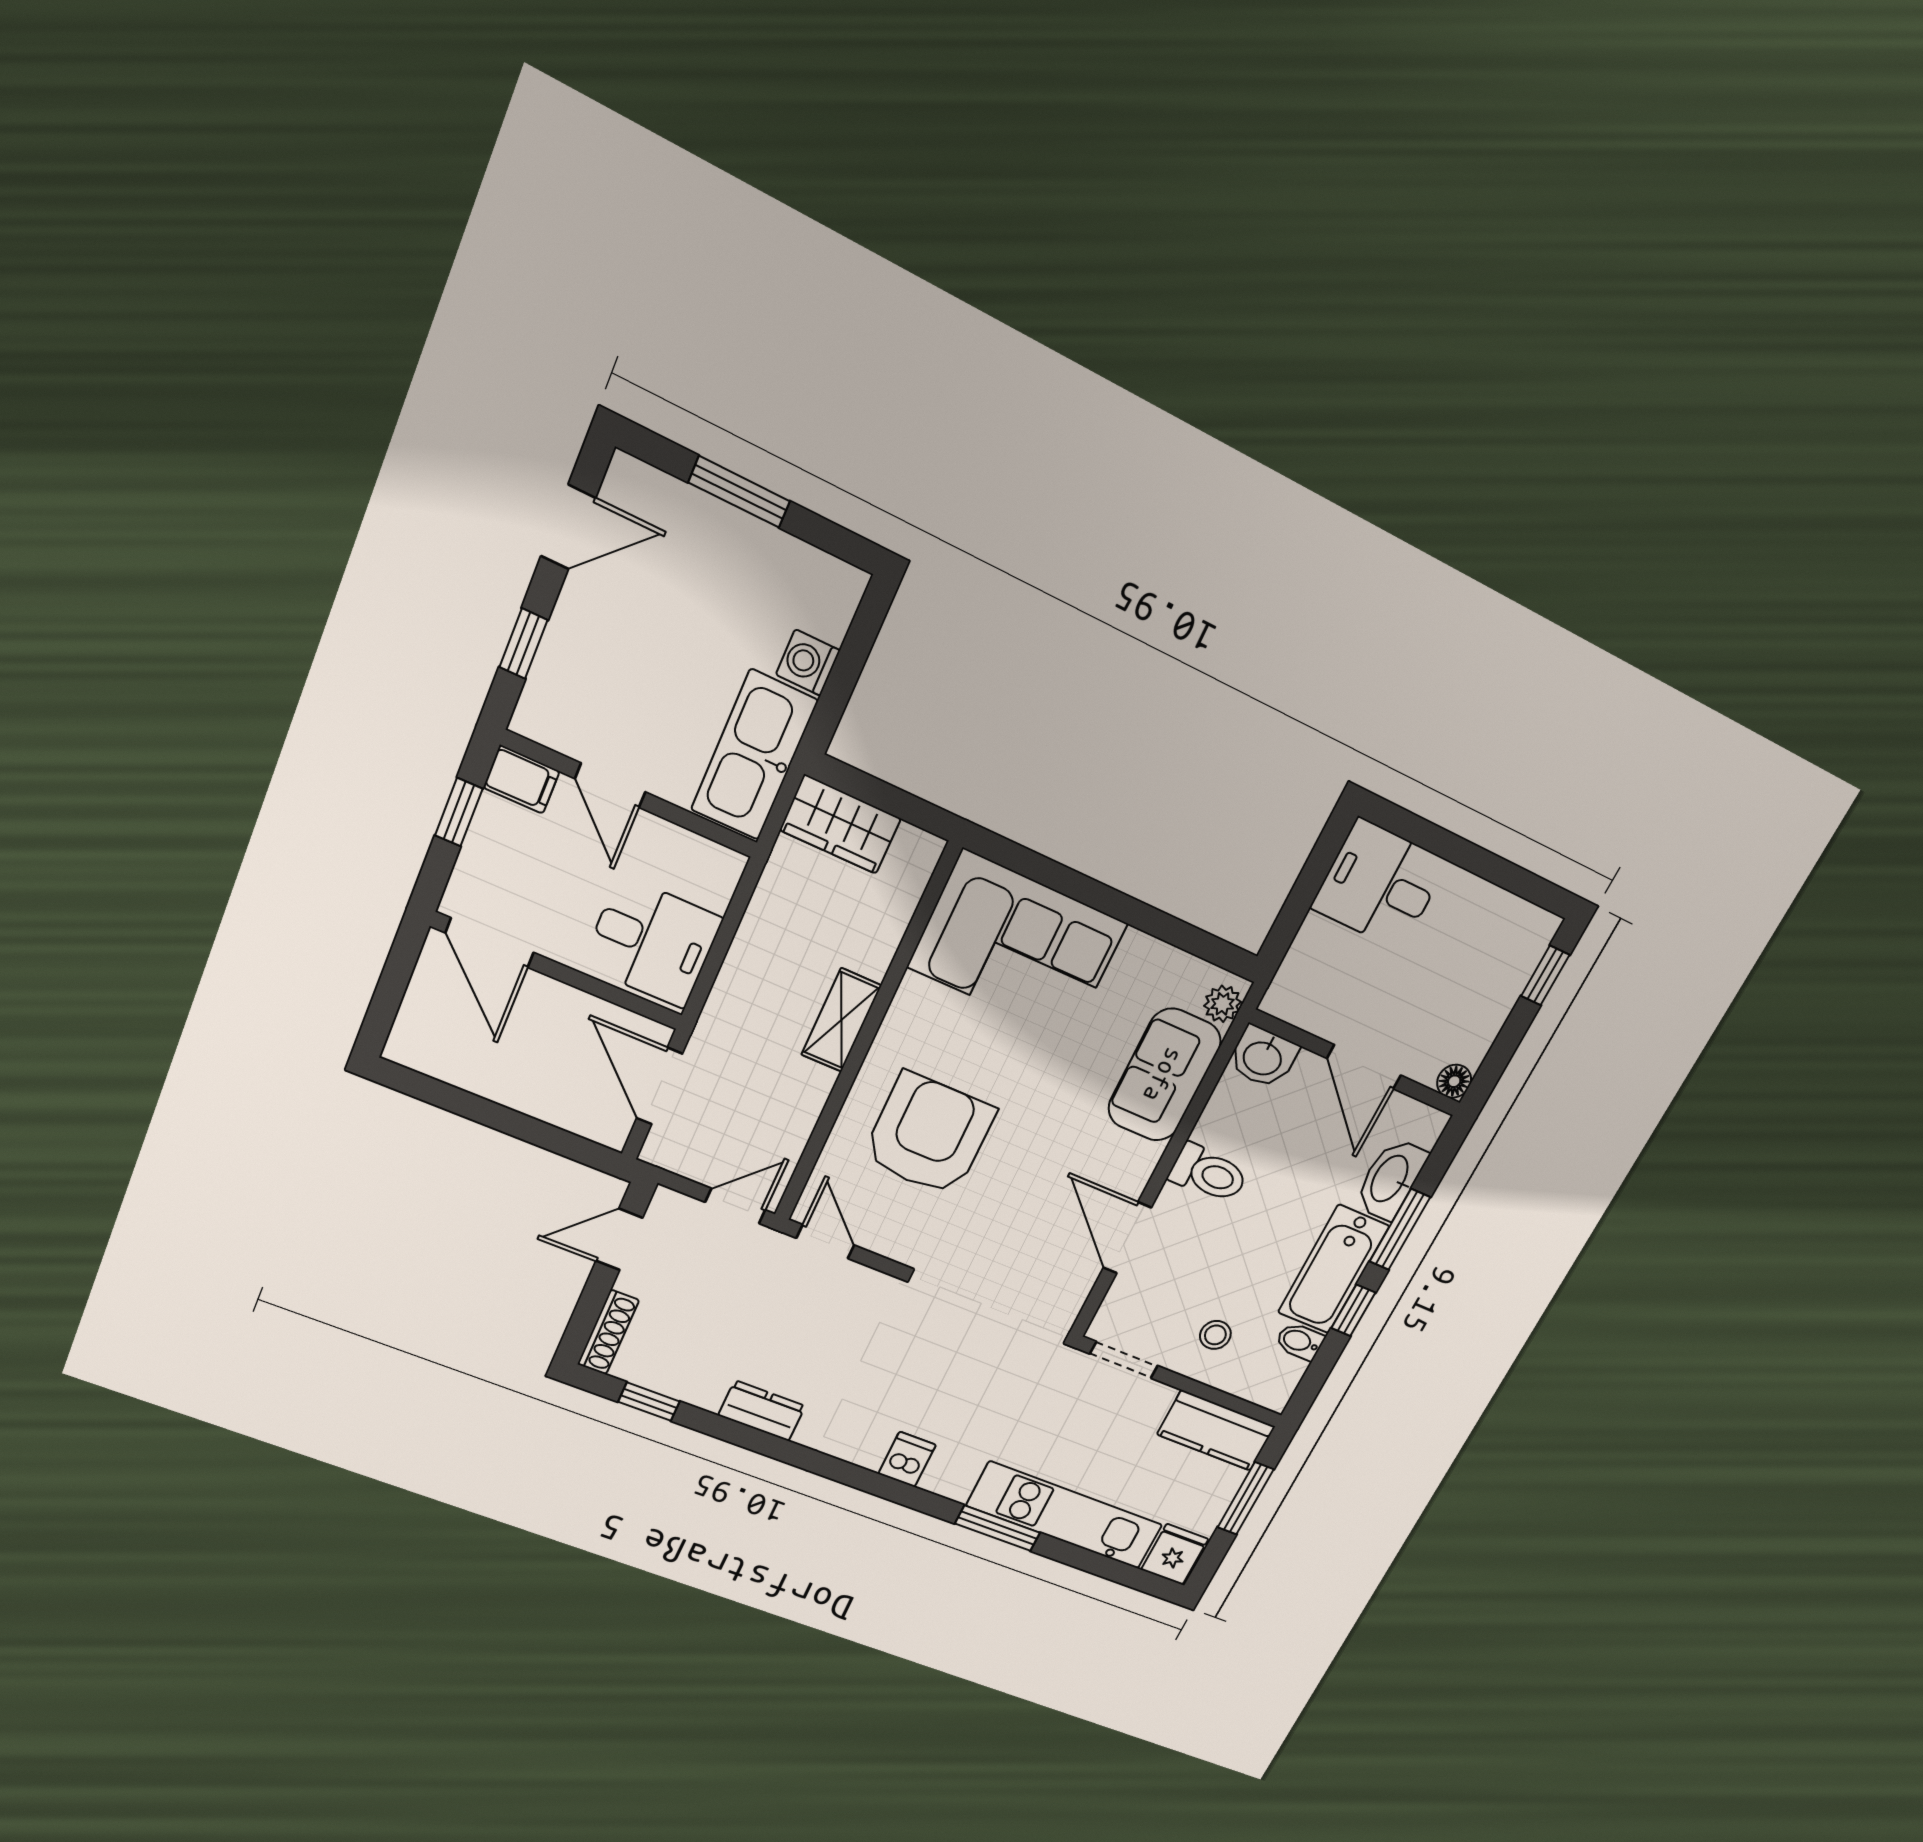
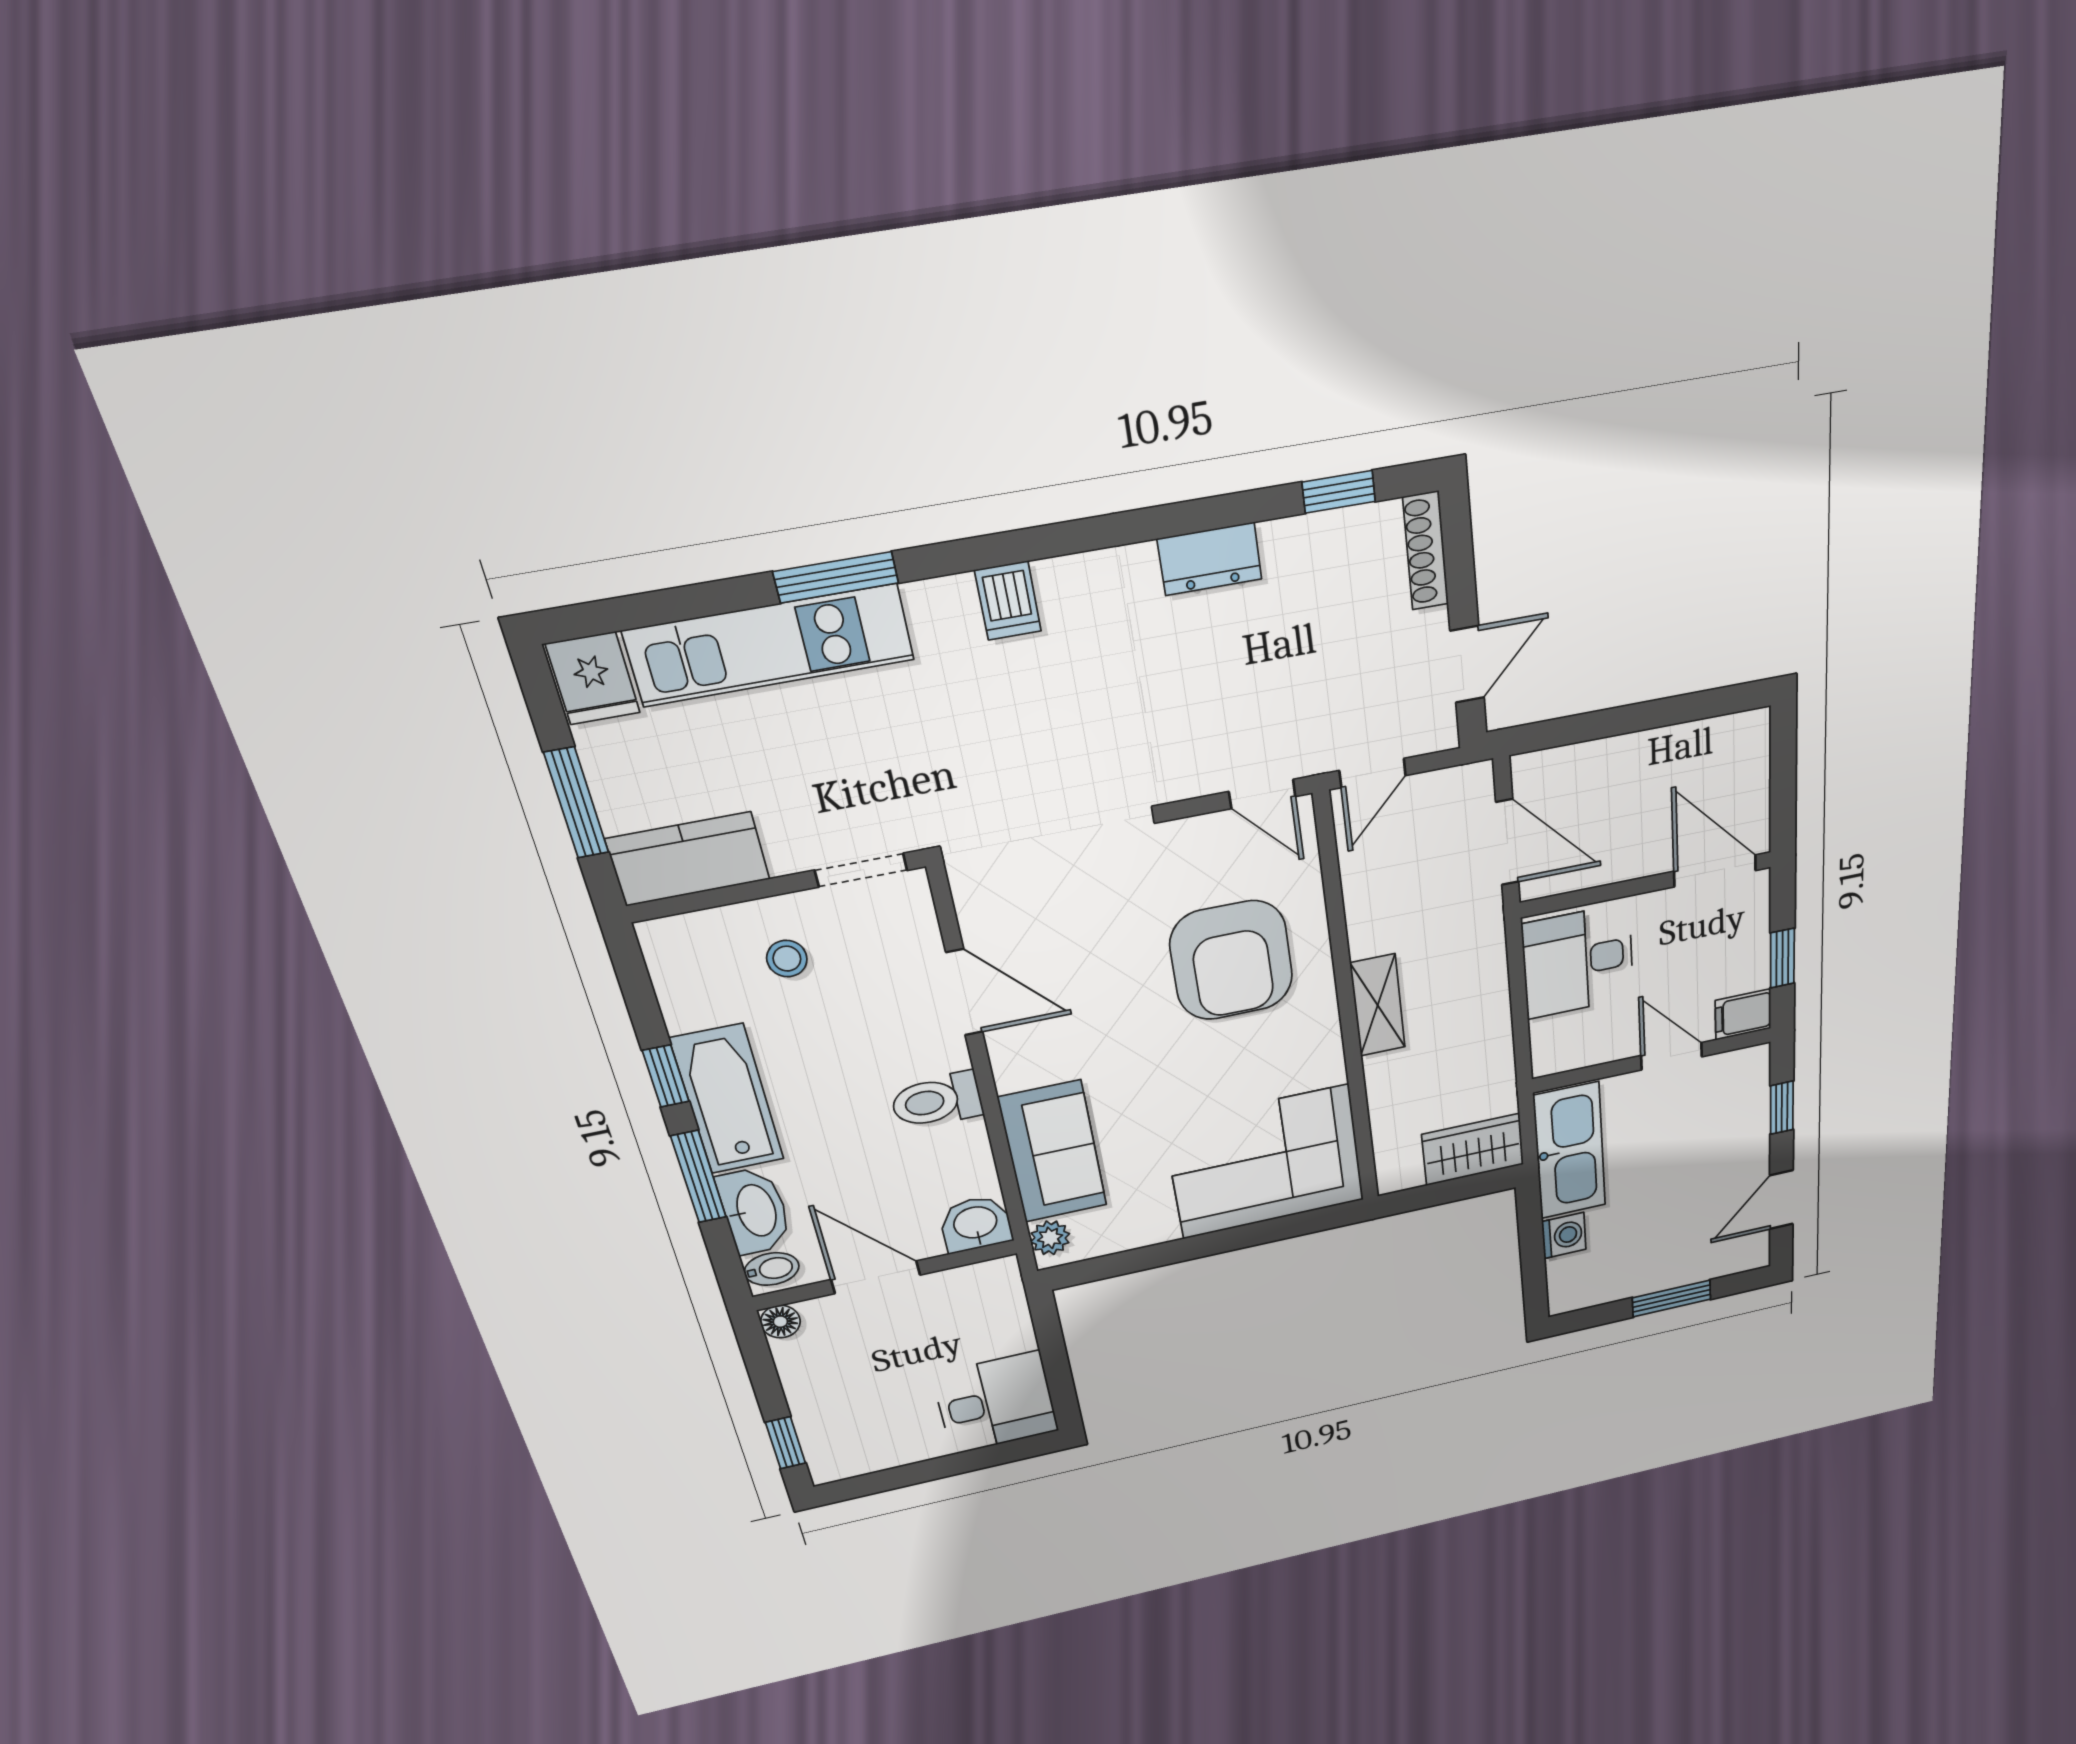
bidet: (1300, 1341) -> (772, 1269), moved

